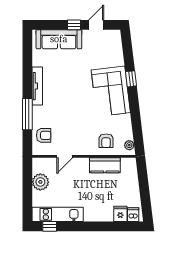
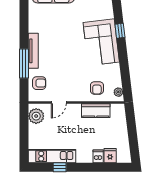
tv unit: (37, 86) -> (33, 51), moved
plant: (40, 182) -> (36, 116), moved
dishwasher: (133, 215) -> (98, 156), moved
window: (50, 226) -> (60, 167), moved

